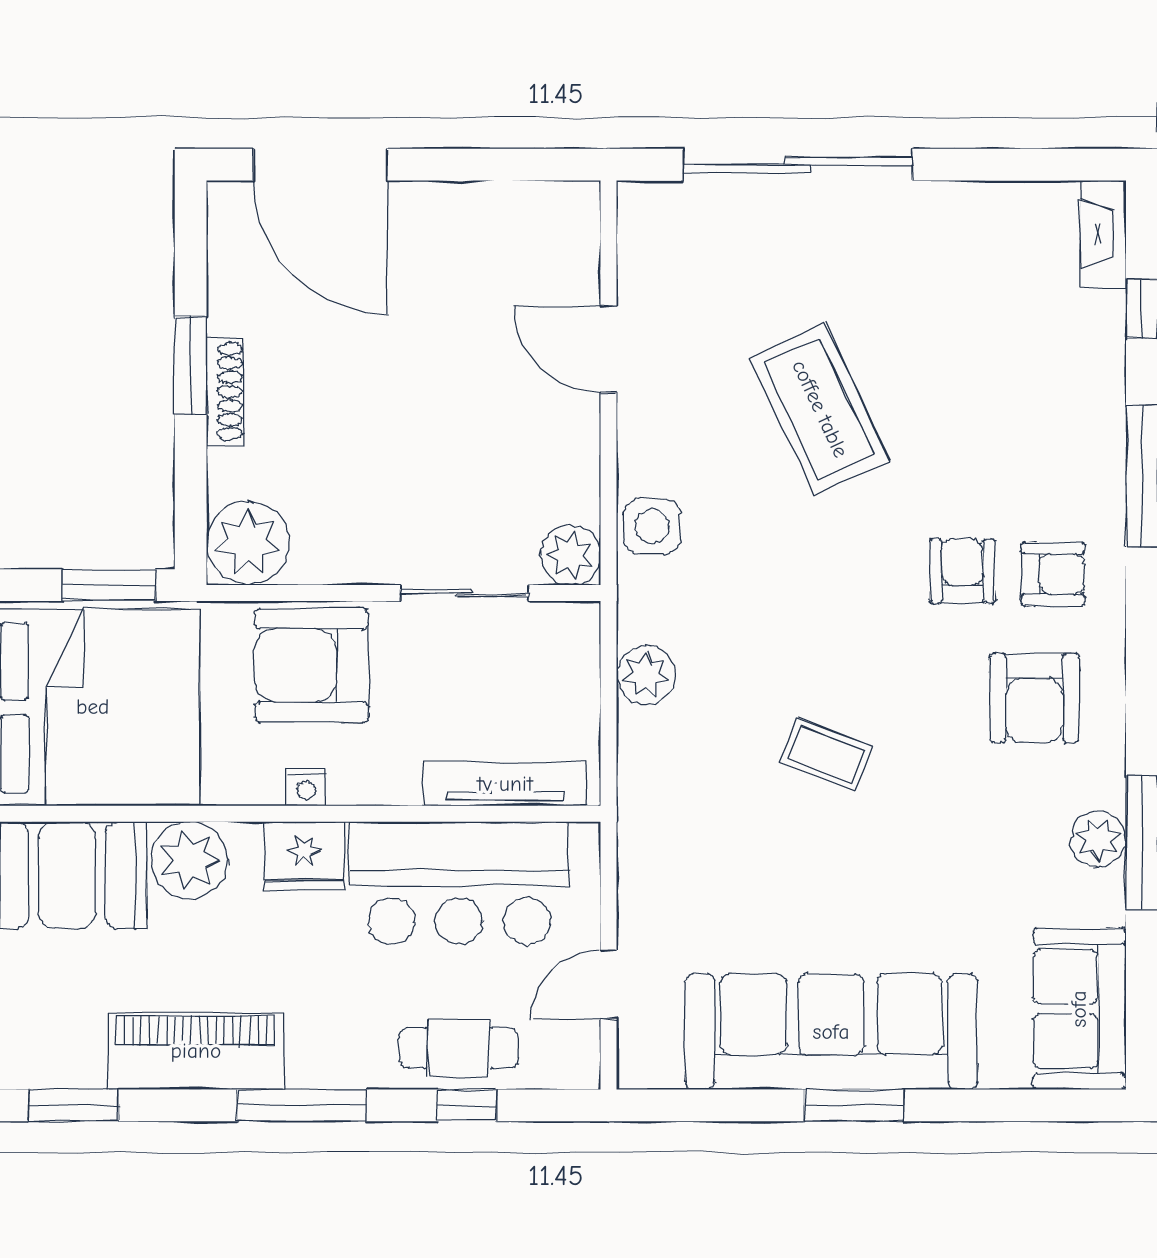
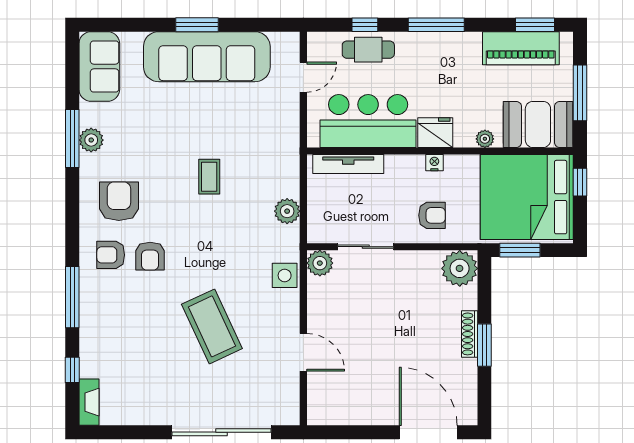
armchair: (312, 665) -> (432, 215), width x0.53, depth x0.53
coffee table: (826, 755) -> (209, 177), turned 69
plant: (189, 860) -> (485, 139), width x0.53, depth x0.53
piano: (196, 1051) -> (521, 48), moved

